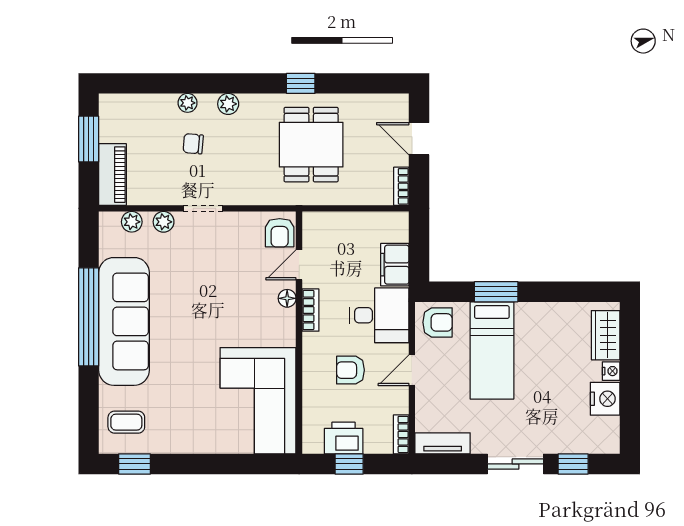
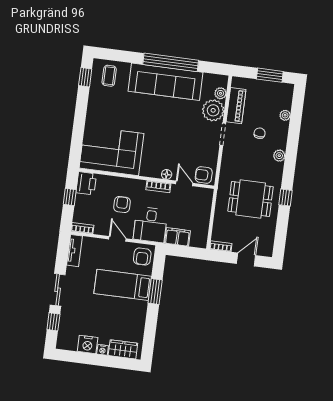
plant: (188, 103) -> (285, 115), moved
piano: (112, 175) -> (236, 106), moved, turned -90
plant: (164, 222) -> (213, 110), width x1.88, depth x1.88
printer: (344, 438) -> (86, 183), moved

